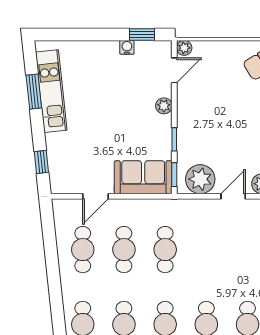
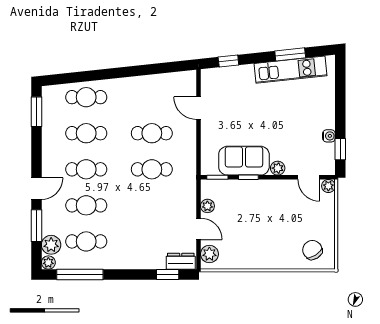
sofa: (143, 177) -> (244, 161), moved, turned -90
plant: (200, 179) -> (207, 206), width x0.53, depth x0.53
cafe table: (83, 250) -> (152, 97), removed

